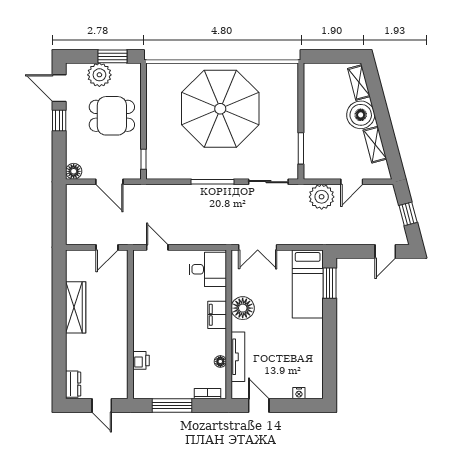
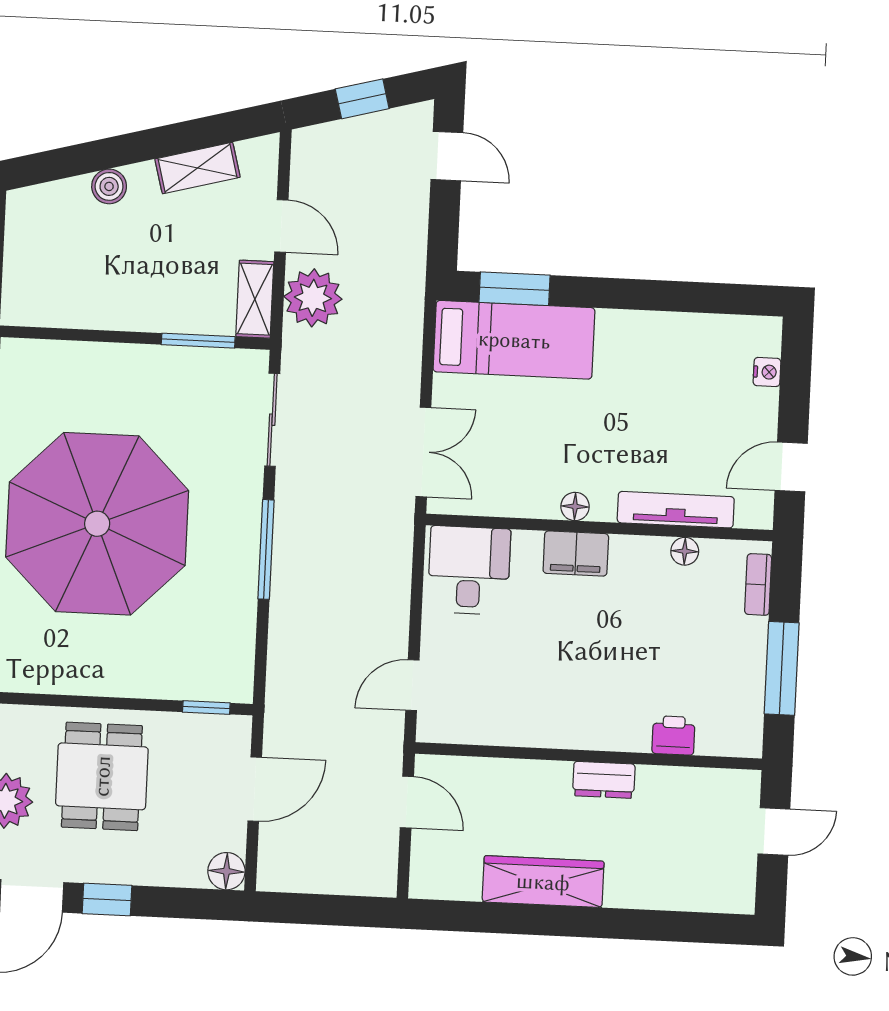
shelving: (359, 83) -> (255, 299), moved, turned -75
boiler: (361, 115) -> (109, 186), width x0.54, depth x0.54
floor lamp: (243, 308) -> (575, 506), width x0.53, depth x0.53
dresser: (73, 384) -> (604, 780), moved, turned 180

